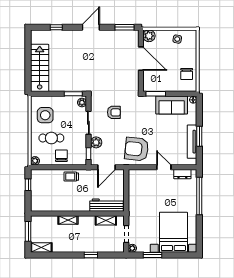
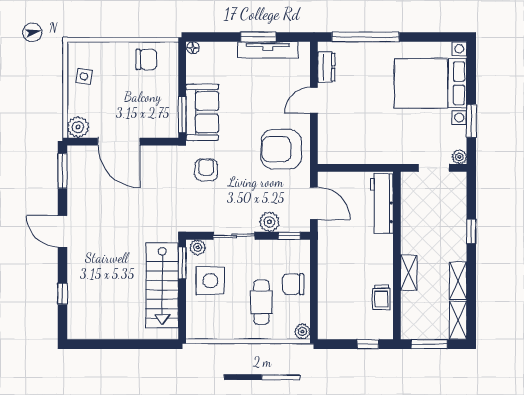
door: (141, 59) -> (119, 142), swing flipped
stairs: (40, 68) -> (162, 285), moved, turned -90
sofa: (172, 105) -> (202, 112), moved
armchair: (114, 112) -> (206, 170), moved
side table: (45, 115) -> (210, 281), moved
armchair: (137, 149) -> (281, 149), turned 84
trolley: (71, 177) -> (381, 297), moved
window: (28, 185) -> (368, 344), moved
shelving: (106, 220) -> (458, 281), moved

